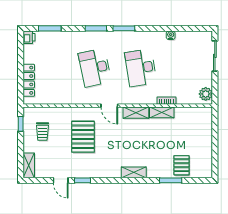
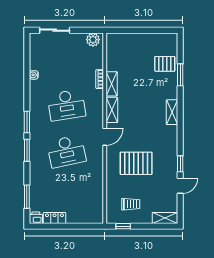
locker: (29, 80) -> (54, 218), moved, width x0.66

